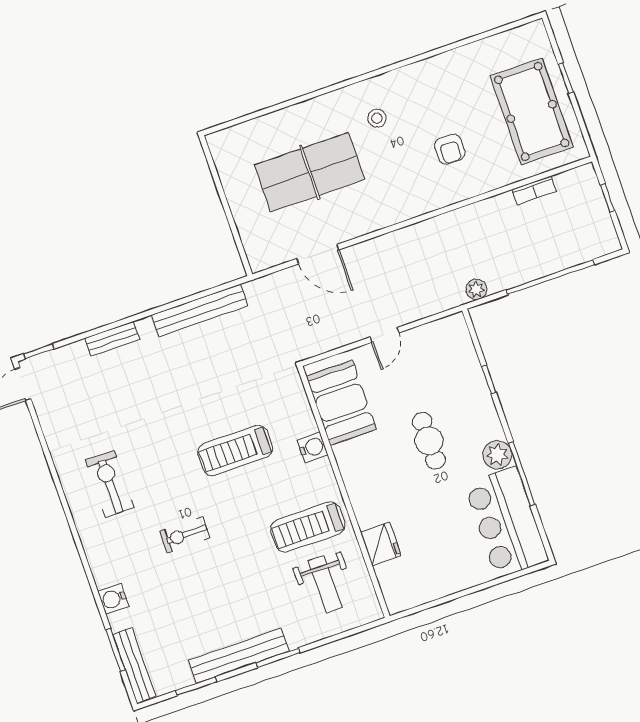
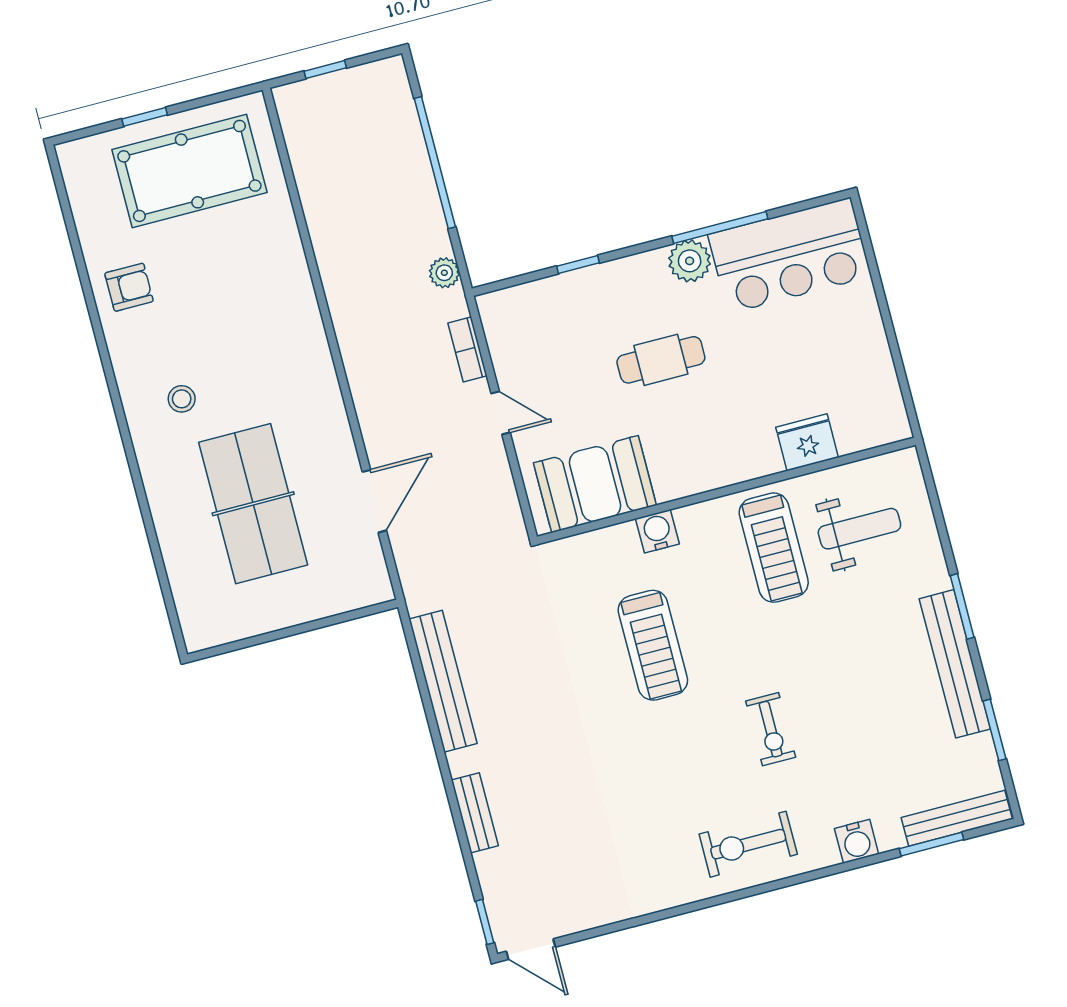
armchair: (450, 149) -> (129, 287), moved
bookcase: (534, 190) -> (468, 349), moved, turned 180
exercise bike: (110, 484) -> (748, 844), moved

